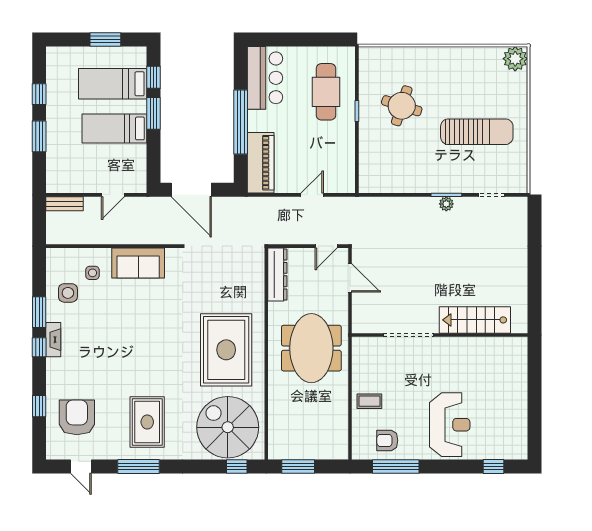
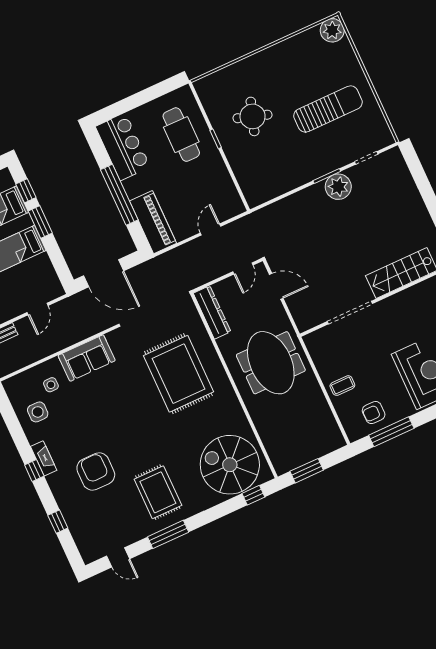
plant: (446, 204) -> (338, 187), width x1.87, depth x1.87
window: (39, 312) -> (20, 440), removed
rug: (226, 350) -> (179, 374), moved
armchair: (77, 417) -> (96, 471), moved

